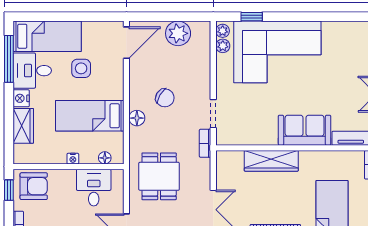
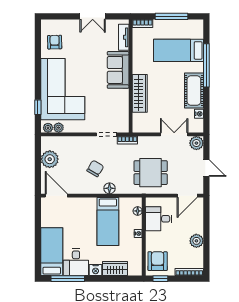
armchair: (344, 40) -> (55, 42), added
side table: (81, 68) -> (74, 228), removed

